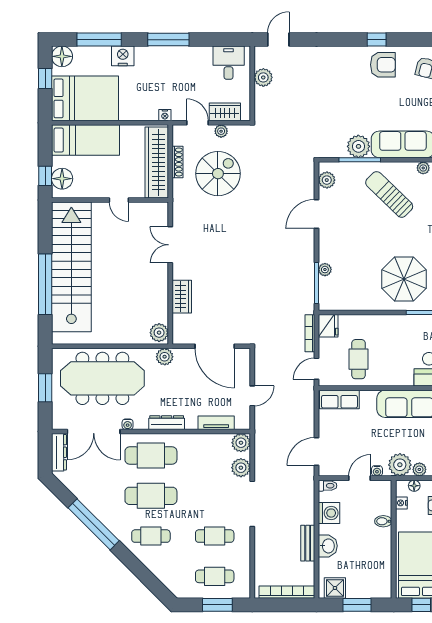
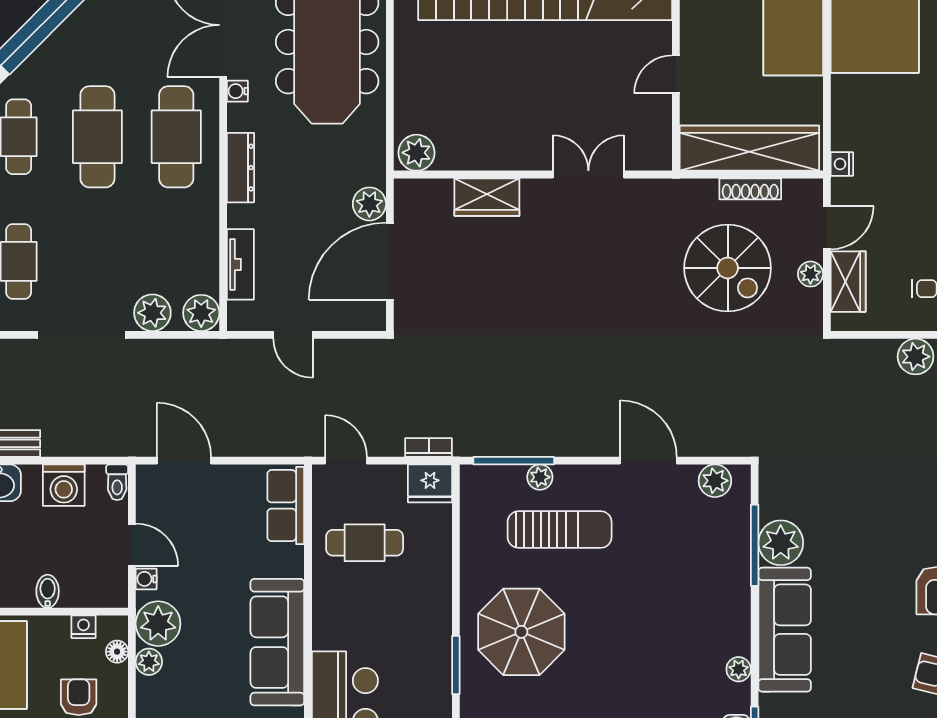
sun lounger: (389, 194) -> (560, 530), moved, turned 46
bookcase: (310, 333) -> (429, 448), width x0.64
plant: (165, 357) -> (369, 204), moved

